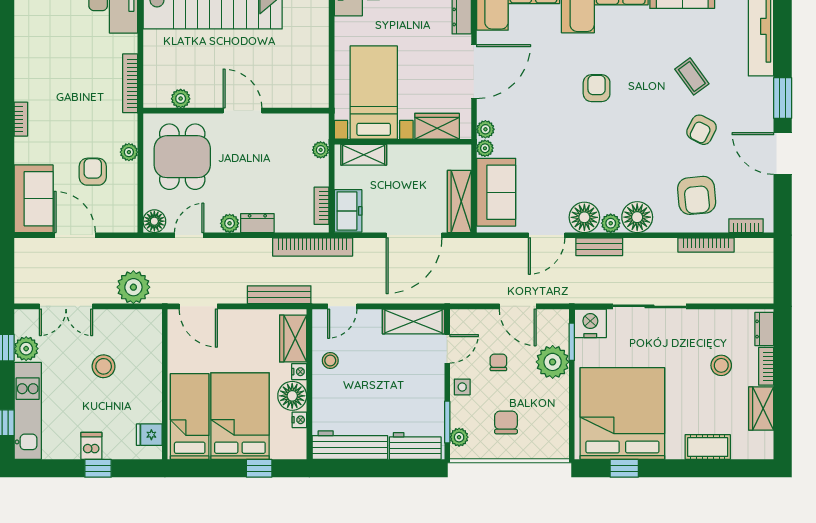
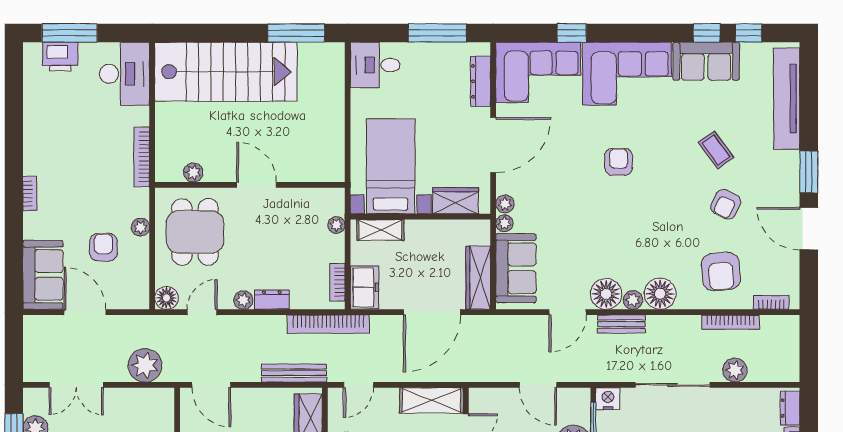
plant: (710, 292) -> (735, 370), added
nightstand: (590, 323) -> (608, 399), width x0.74, depth x0.75

